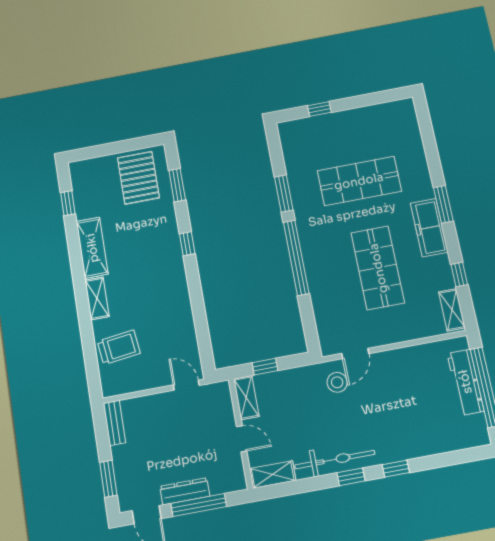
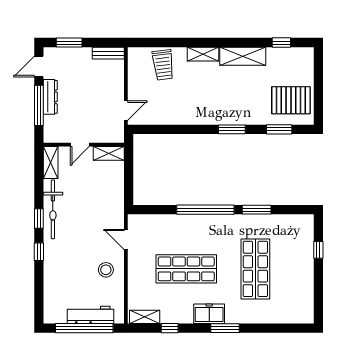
freezer: (429, 228) -> (209, 314), width x0.71
window: (187, 244) -> (232, 129), width x1.50
window: (265, 367) -> (129, 171), removed
stool: (337, 382) -> (106, 270), moved

